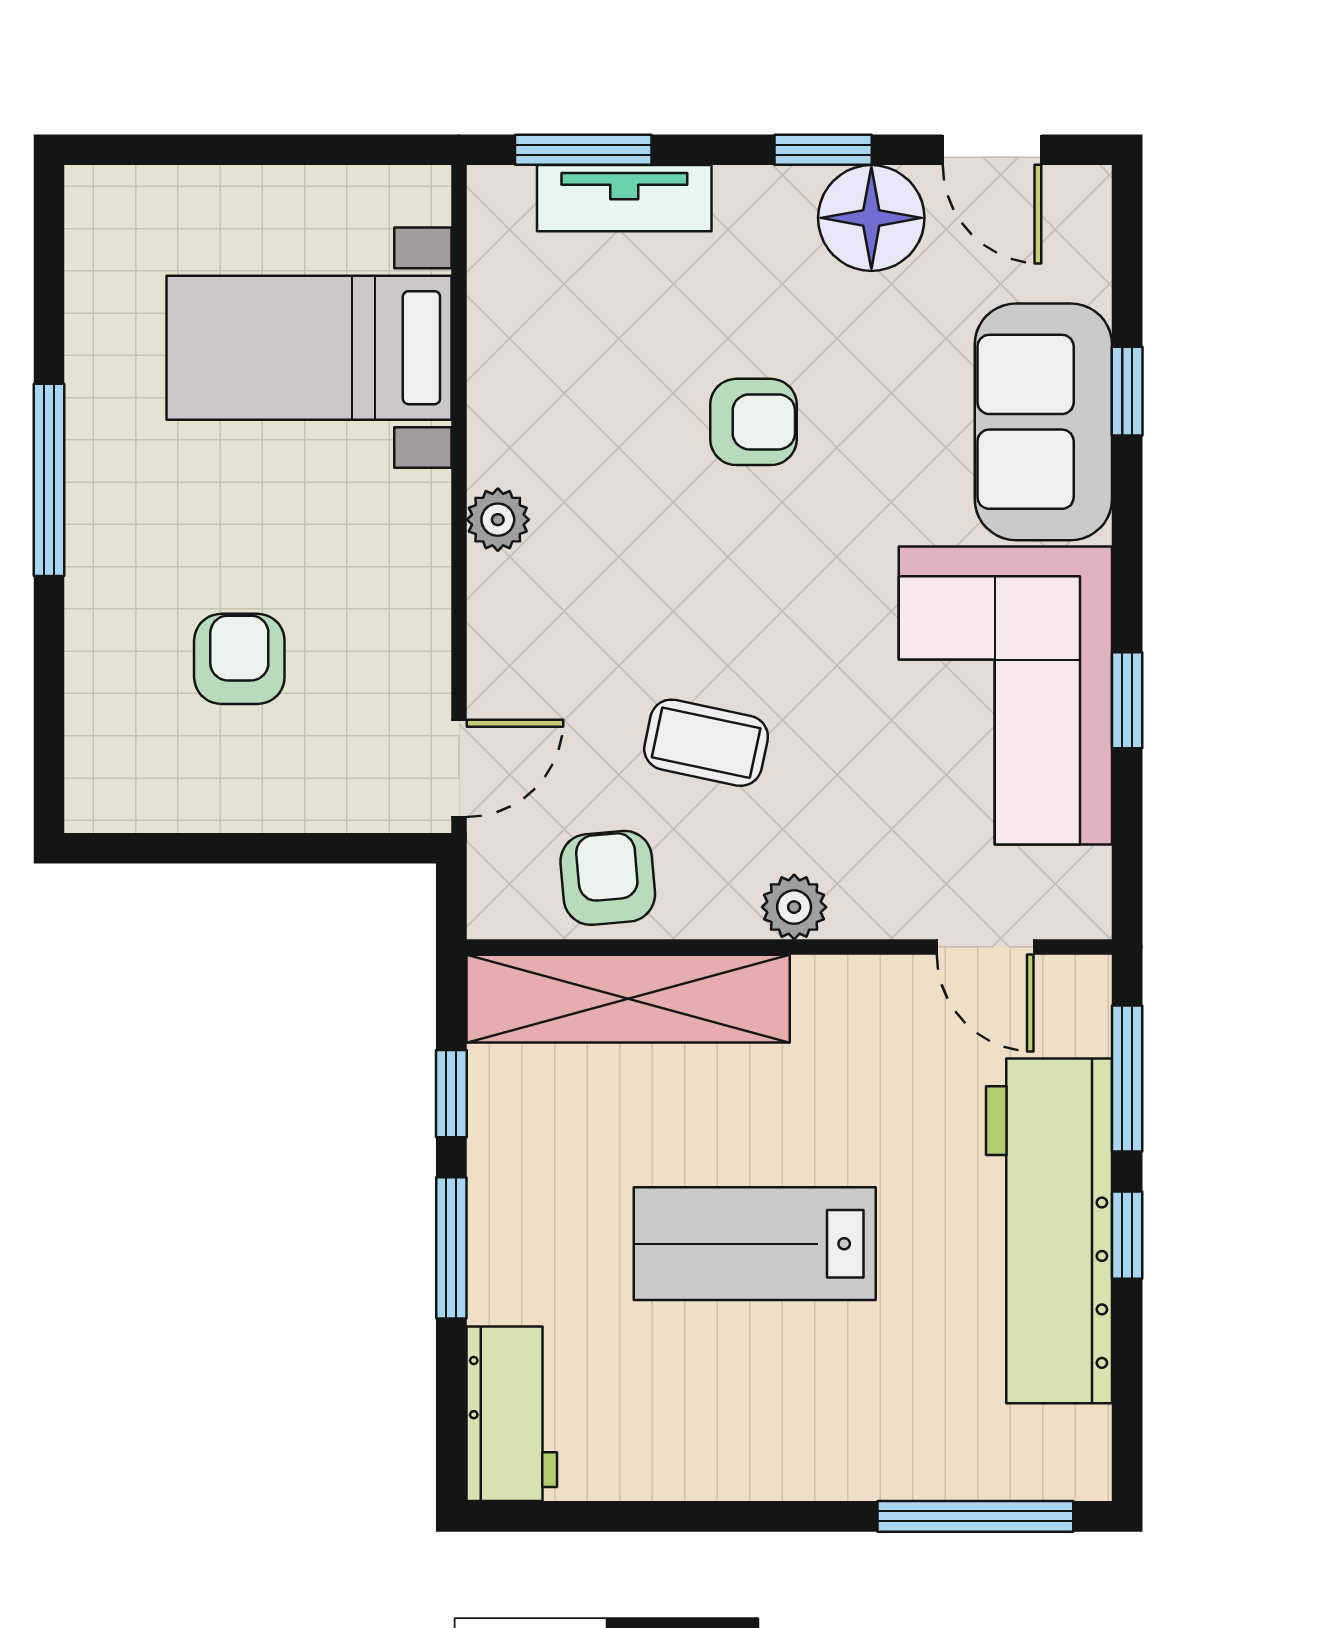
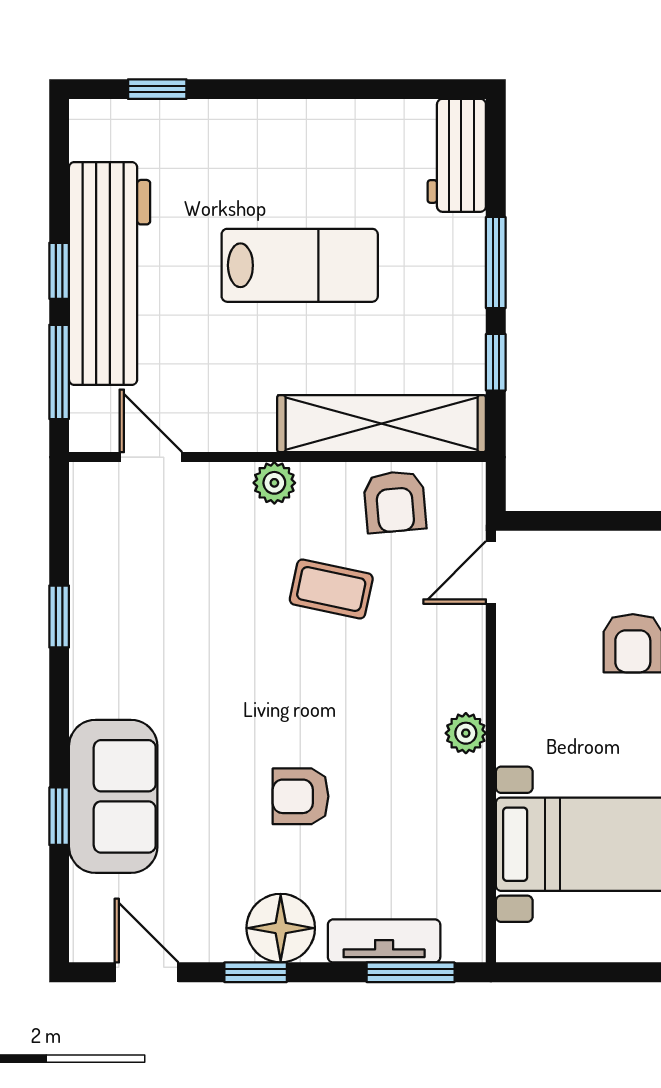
floor lamp: (871, 218) -> (281, 928), moved
corner sofa: (1005, 696) -> (138, 619), removed
window: (975, 1516) -> (157, 89), width x0.46

